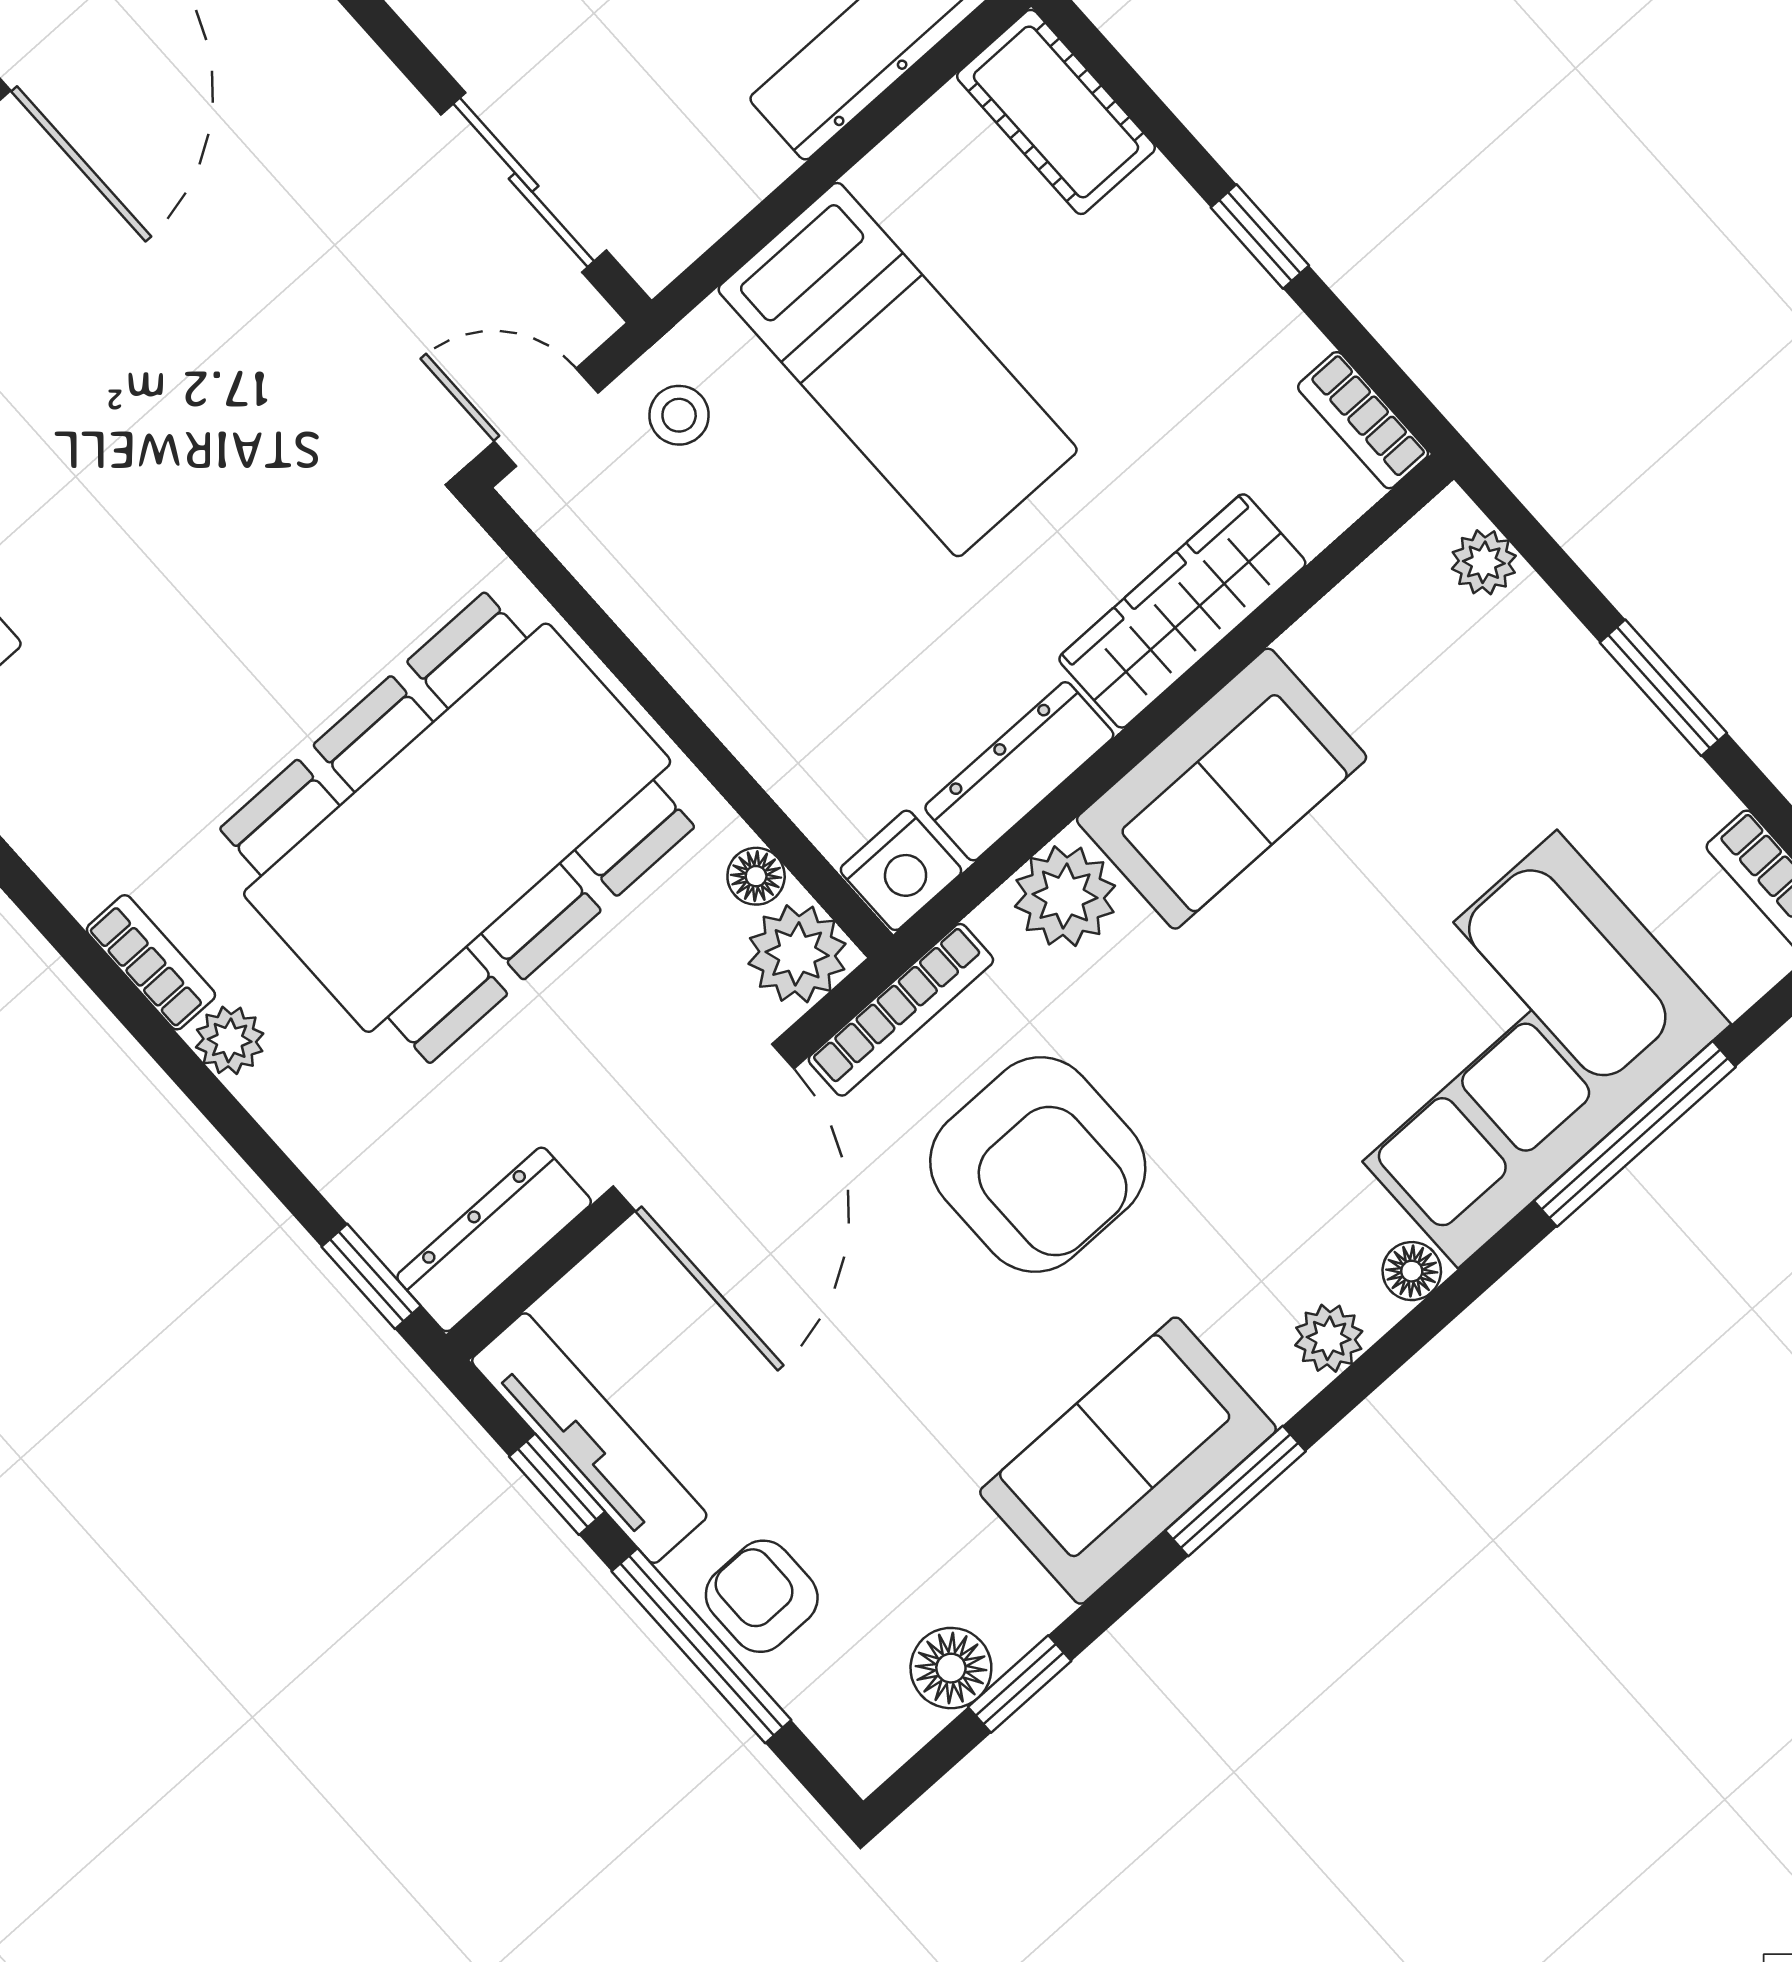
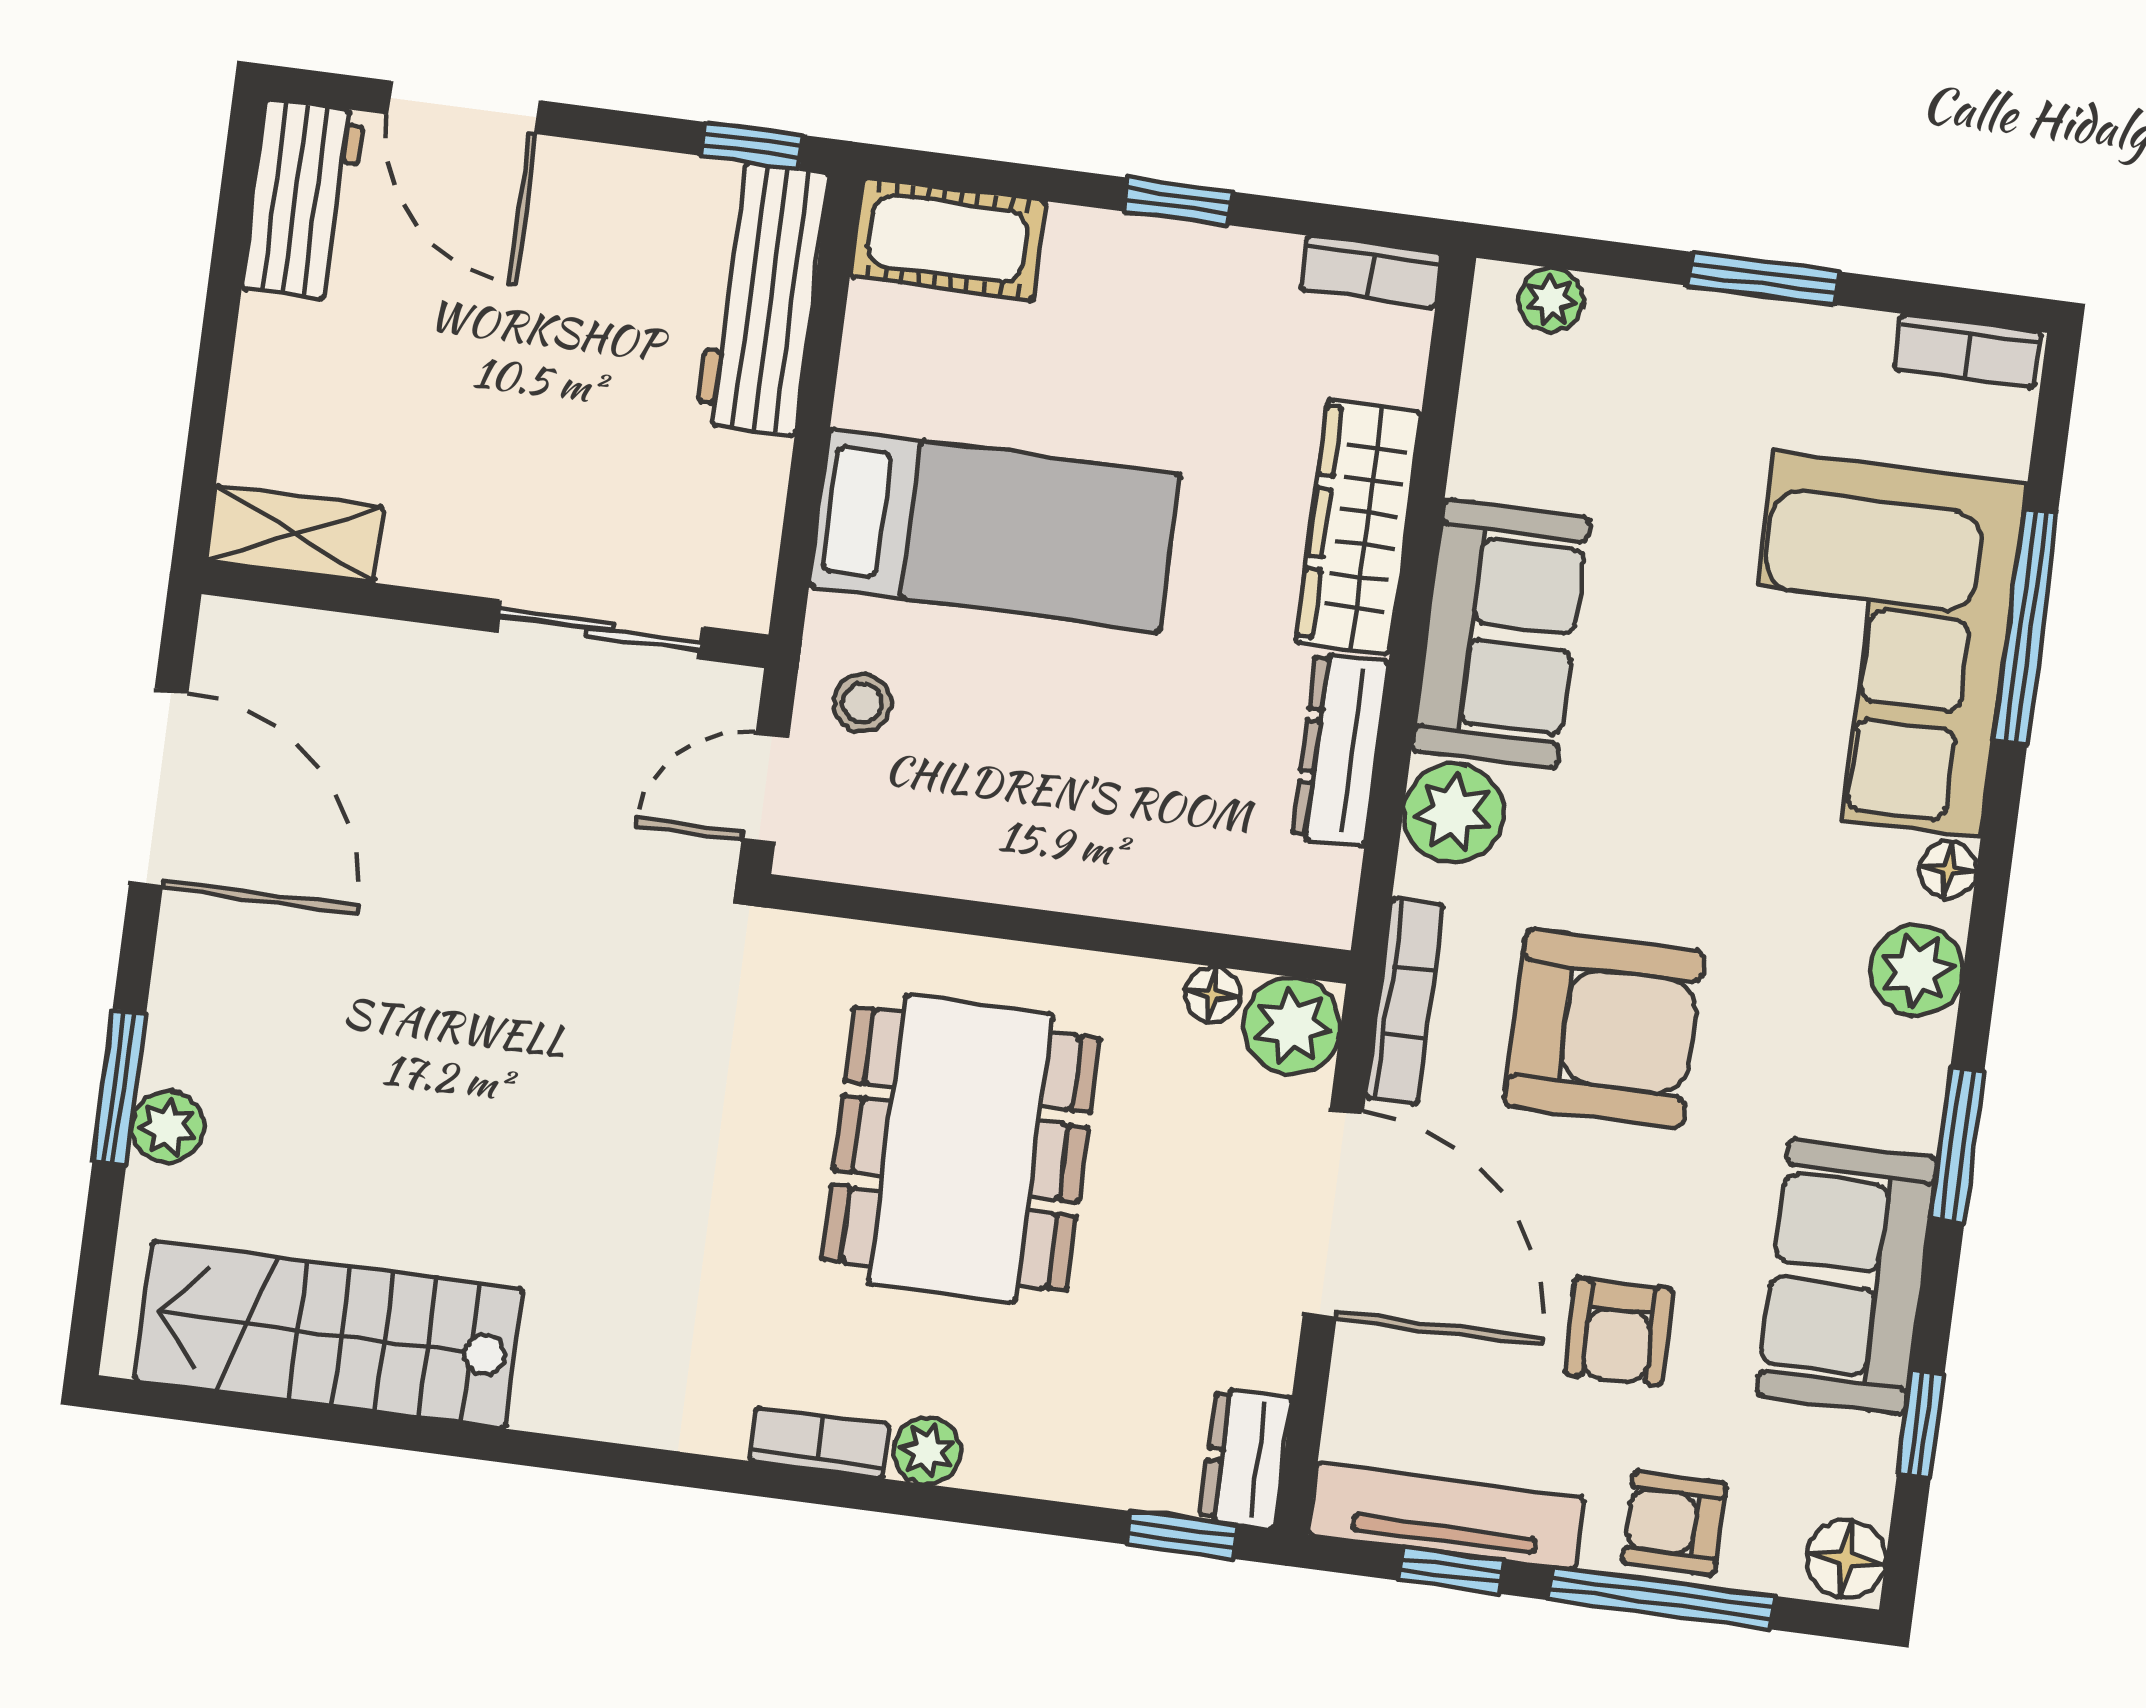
dining table: (457, 828) -> (961, 1149), width x0.73, depth x0.80
nightstand: (901, 870) -> (1316, 898), removed
dresser: (494, 1239) -> (1246, 1459), width x0.70
plant: (1329, 1338) -> (1917, 970), width x1.38, depth x1.38
armchair: (847, 1410) -> (1619, 1332), added
sofa: (1128, 1461) -> (1847, 1277), moved
floor lamp: (951, 1668) -> (1846, 1559), moved

